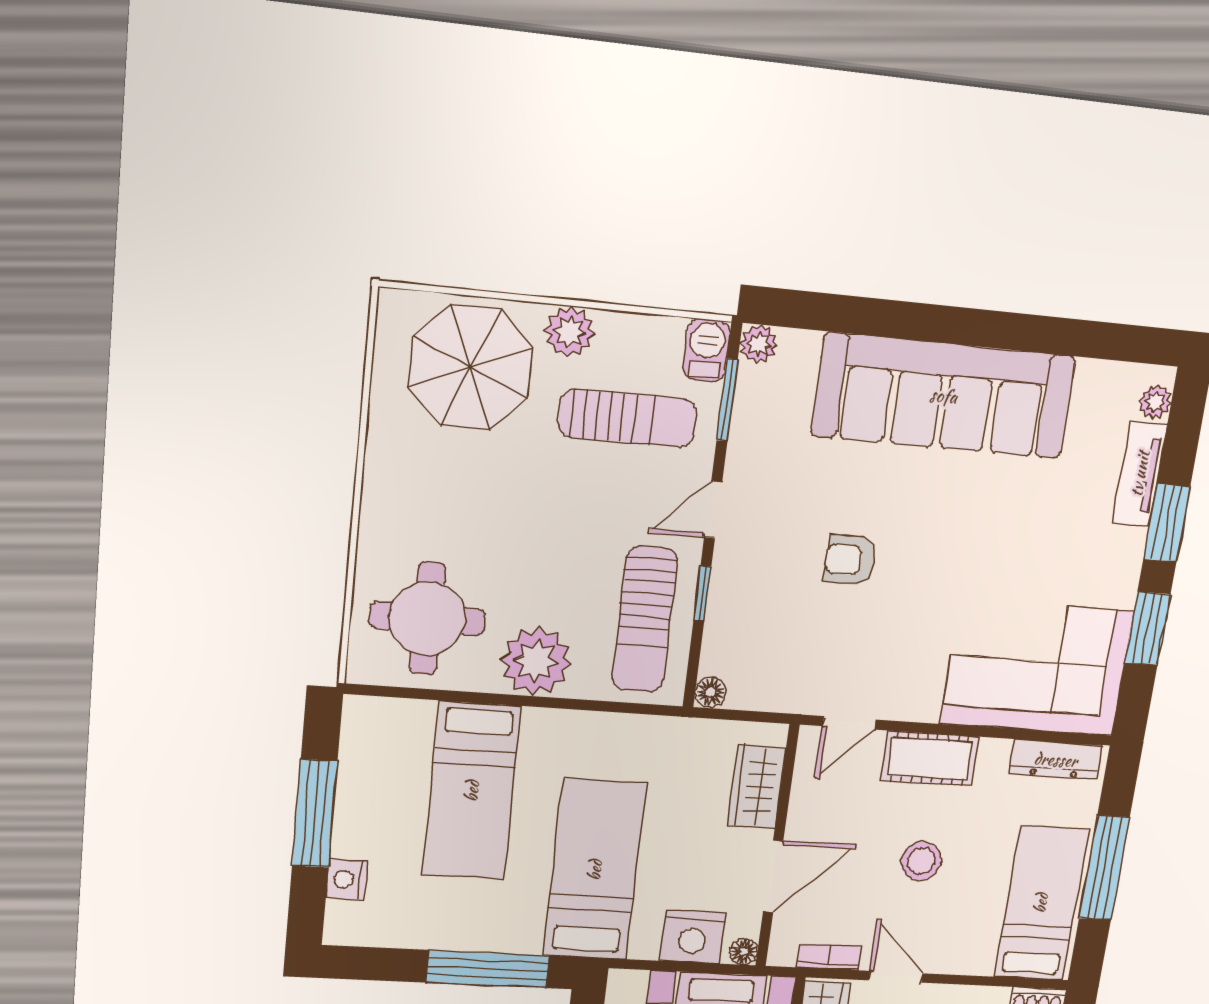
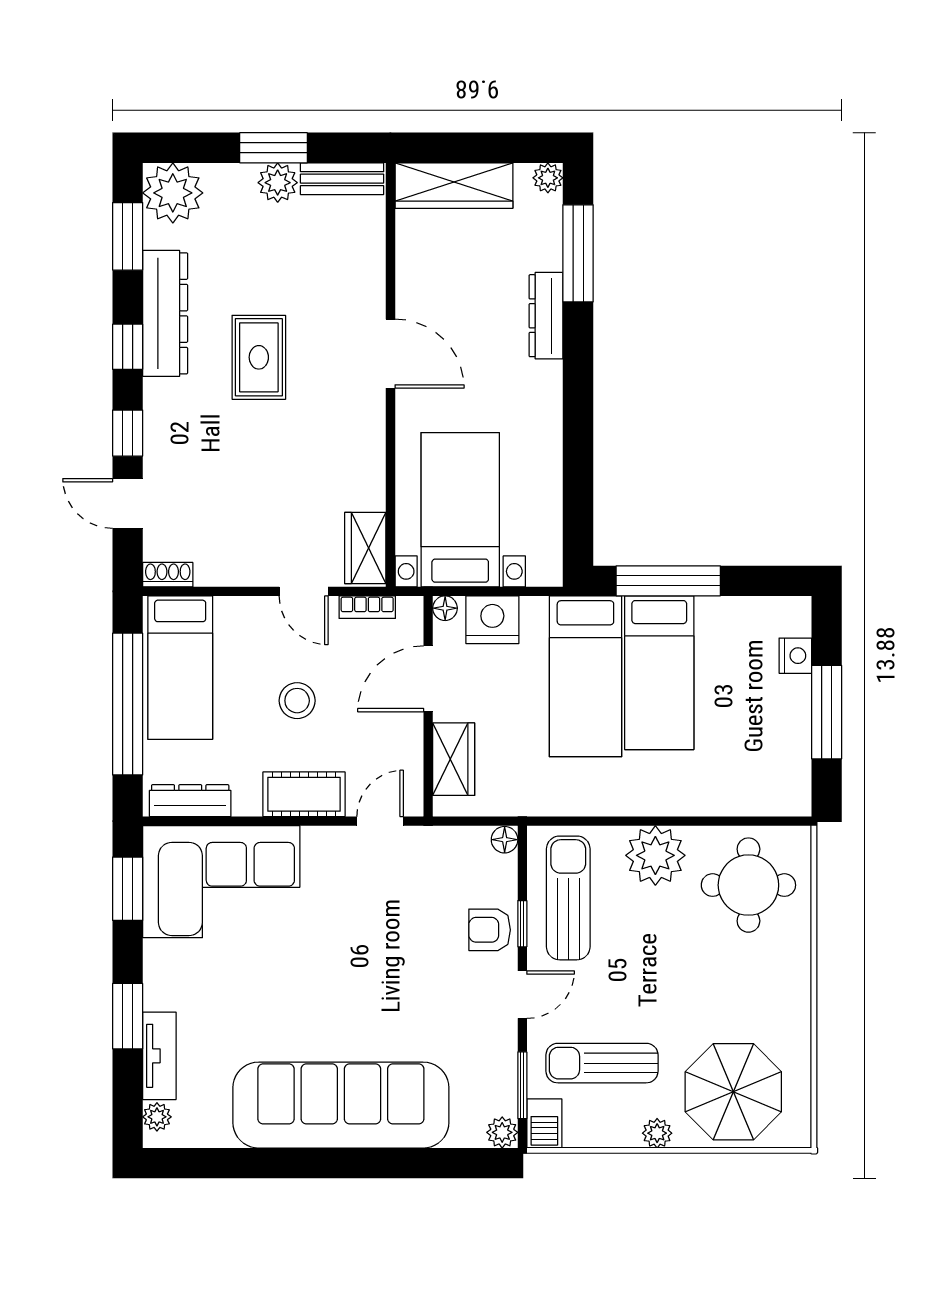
plant: (570, 332) -> (657, 1133), width x0.73, depth x0.73
armchair: (850, 560) -> (490, 930), moved, turned 180
window: (1147, 629) -> (128, 889), moved
bed: (472, 791) -> (659, 673), moved, turned 180
window: (1104, 868) -> (128, 704), width x1.46

